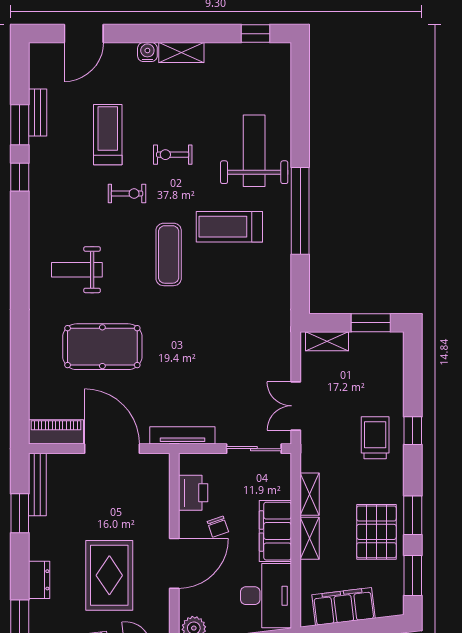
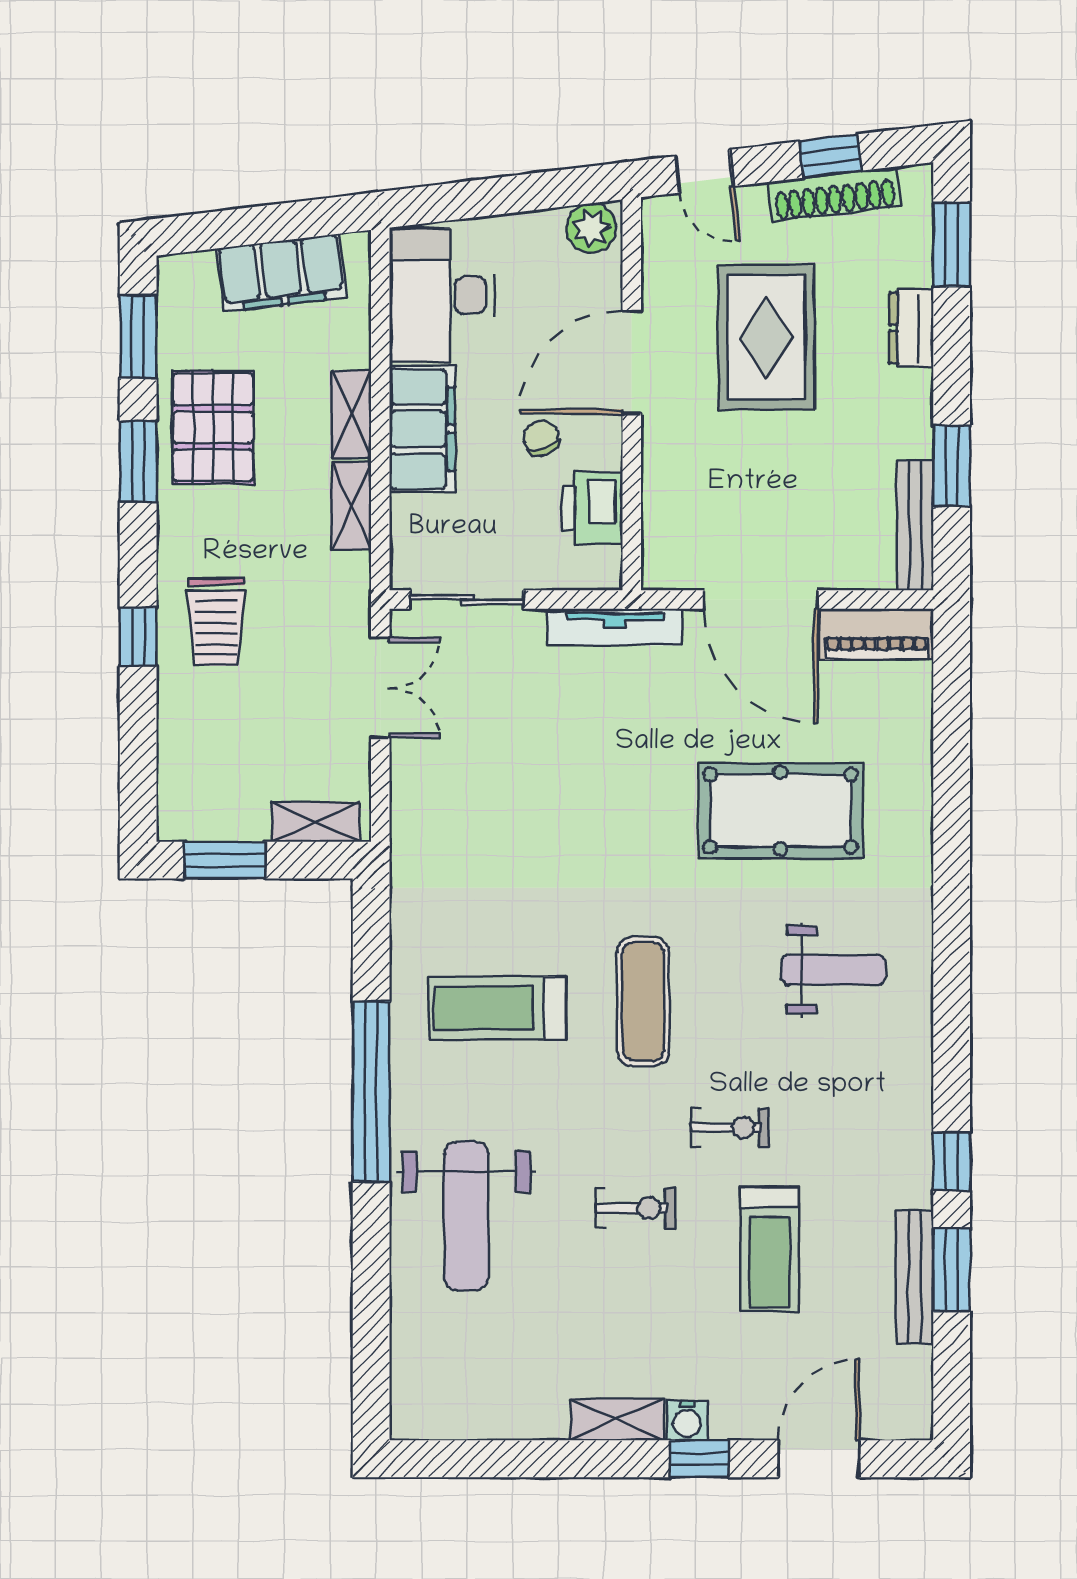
window: (255, 34) -> (699, 1459), moved
bench: (38, 113) -> (915, 1277), width x1.36
exercise bike: (127, 194) -> (730, 1128), turned 180
treadmill: (229, 227) -> (497, 1008), moved, turned 180

